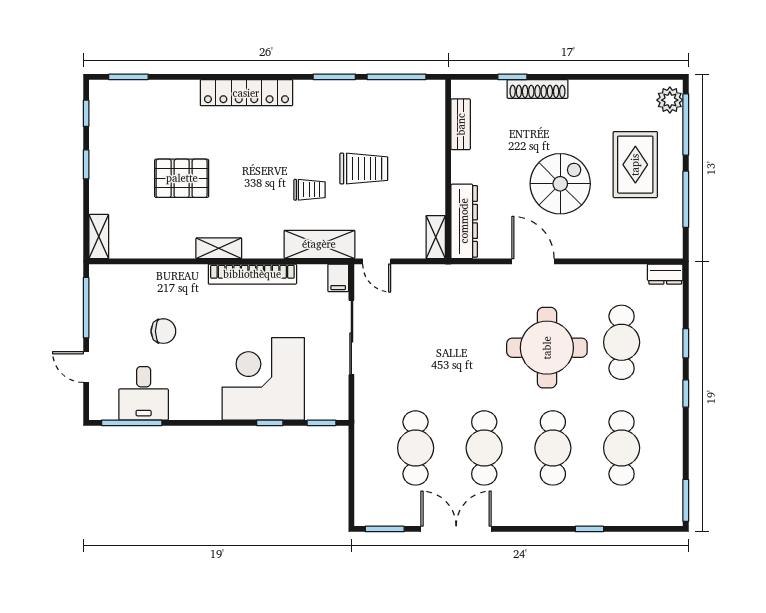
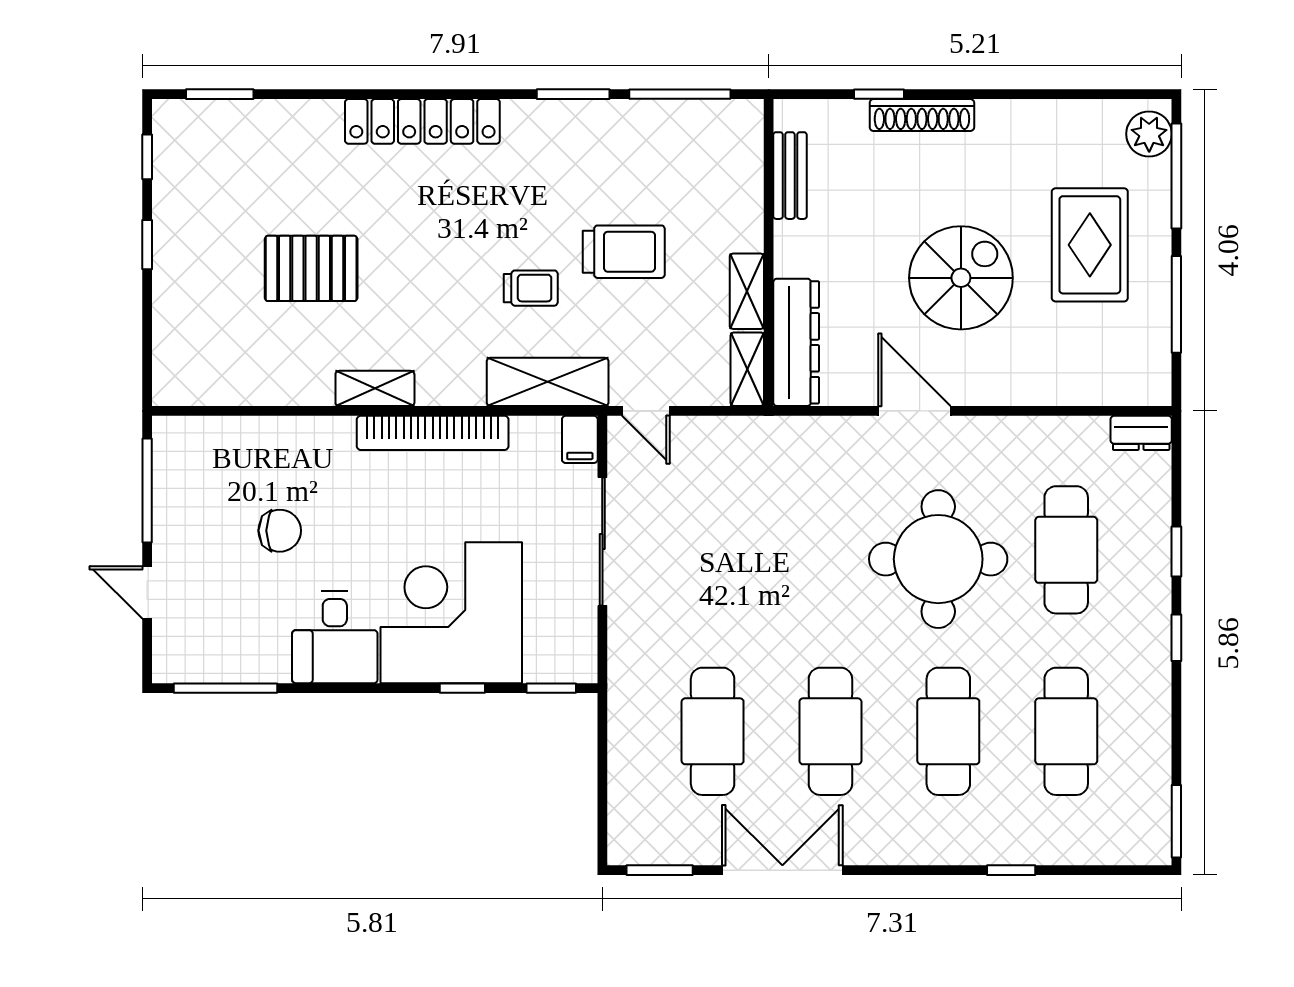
shelving: (99, 237) -> (747, 291), moved
desk: (144, 393) -> (335, 637), moved

